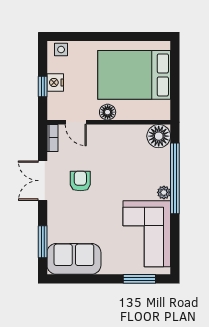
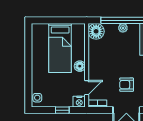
bed: (134, 75) -> (60, 48), width x0.67
nightstand: (55, 82) -> (79, 102), moved
plant: (164, 192) -> (123, 28), moved

